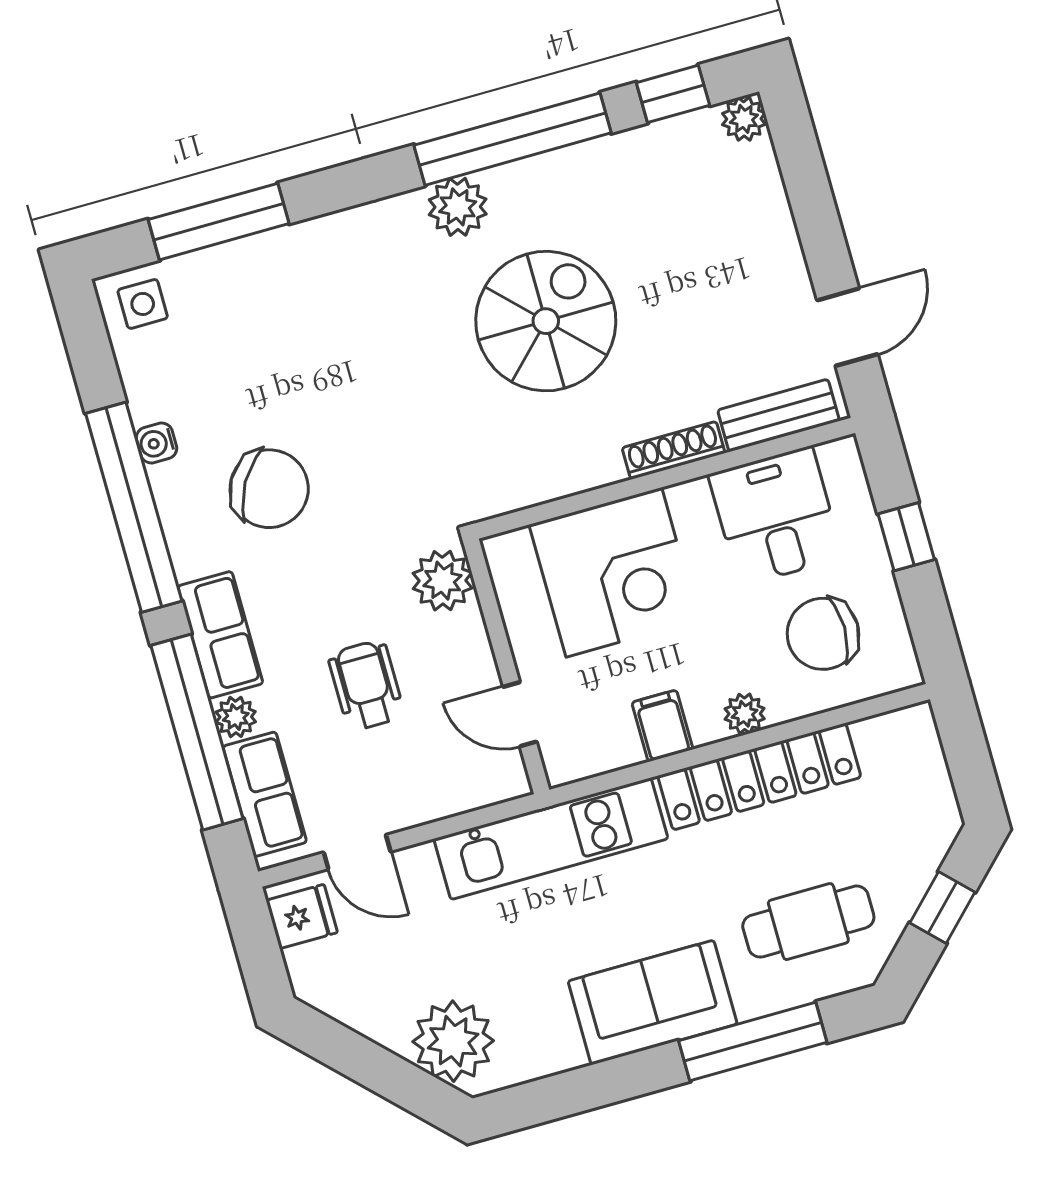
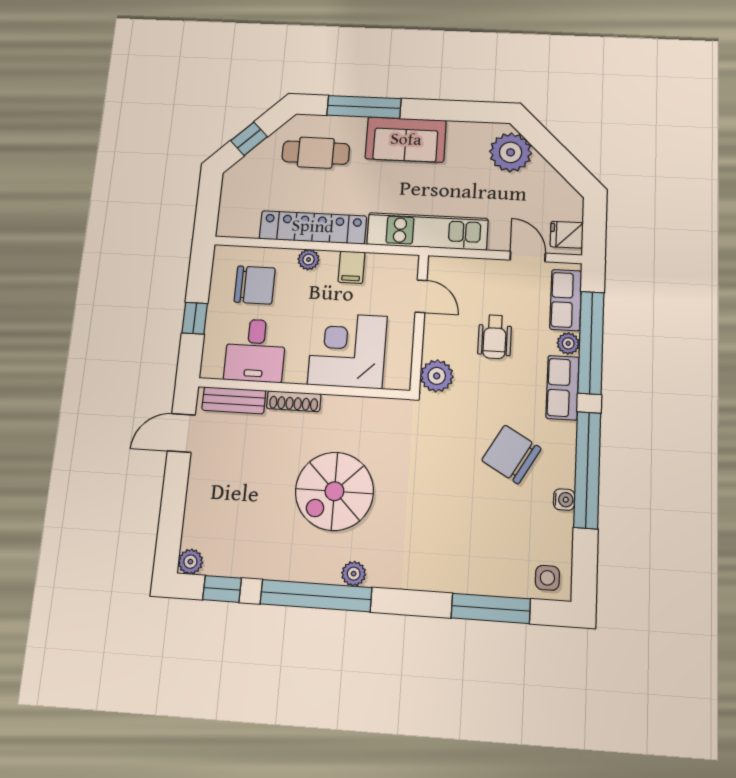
plant: (458, 207) -> (354, 574), width x0.73, depth x0.73

